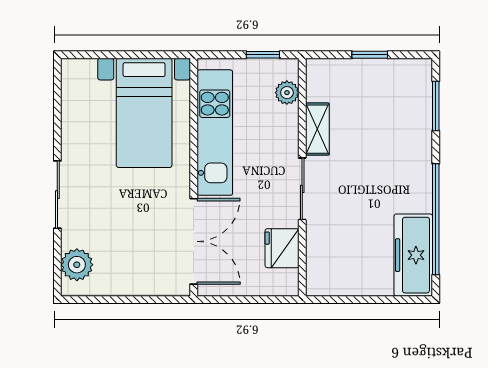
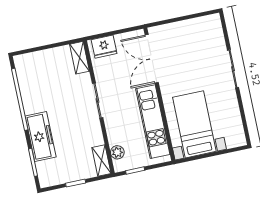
shelving: (317, 129) -> (101, 161), moved
fridge: (282, 248) -> (104, 47), moved, turned 90
freezer: (413, 255) -> (41, 136), moved
plant: (77, 265) -> (214, 32), removed
shelving: (318, 269) -> (79, 58), added

